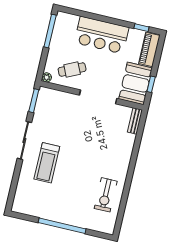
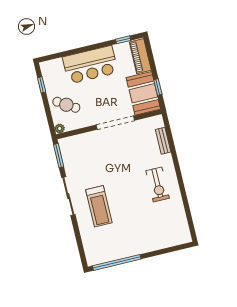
window: (50, 31) -> (42, 85), width x0.46
cafe table: (72, 70) -> (66, 105), moved, turned 57
bench: (135, 121) -> (163, 141), moved
exercise bike: (106, 195) -> (158, 185), moved
window: (62, 226) -> (117, 262), moved

